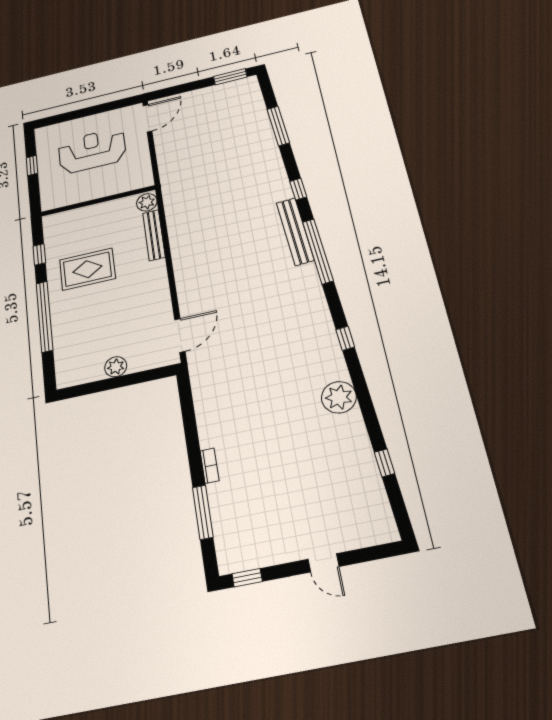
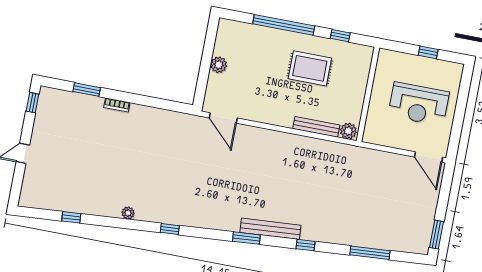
reception desk: (92, 151) -> (419, 104), turned 90
window: (318, 251) -> (246, 238), width x0.47
rug: (87, 269) -> (310, 68), turned 90
plant: (339, 397) -> (128, 213), width x0.53, depth x0.53
window: (203, 512) -> (87, 90), width x0.69

